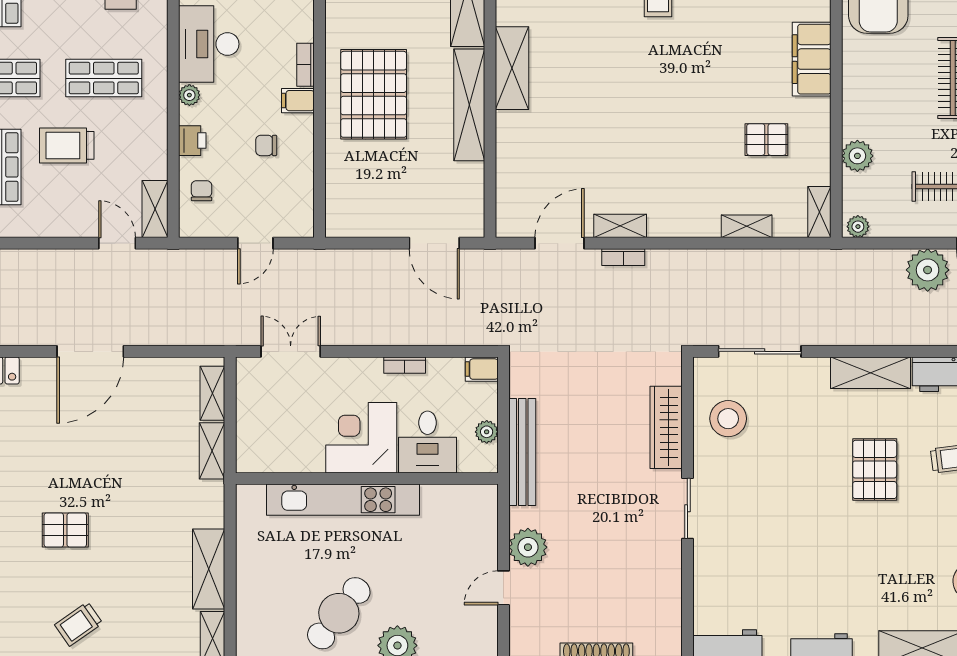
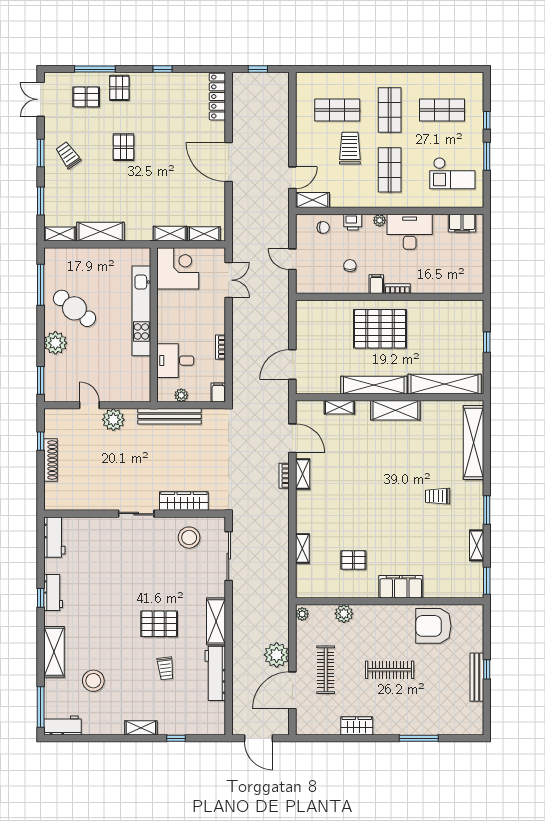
pallet: (766, 140) -> (353, 560), turned 90
shelving: (819, 212) -> (339, 407), moved
corner desk: (361, 438) -> (178, 268), moved

